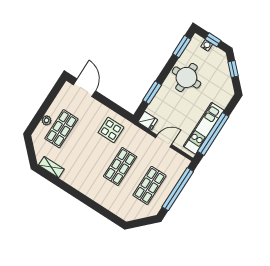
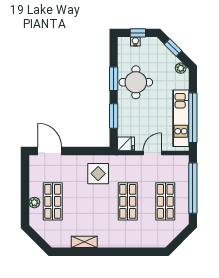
window: (182, 47) -> (114, 79), moved
plant: (229, 89) -> (181, 68), added
shelving: (51, 167) -> (84, 242), moved

